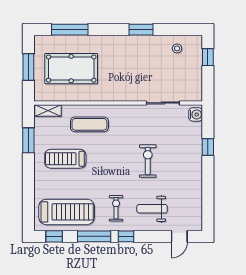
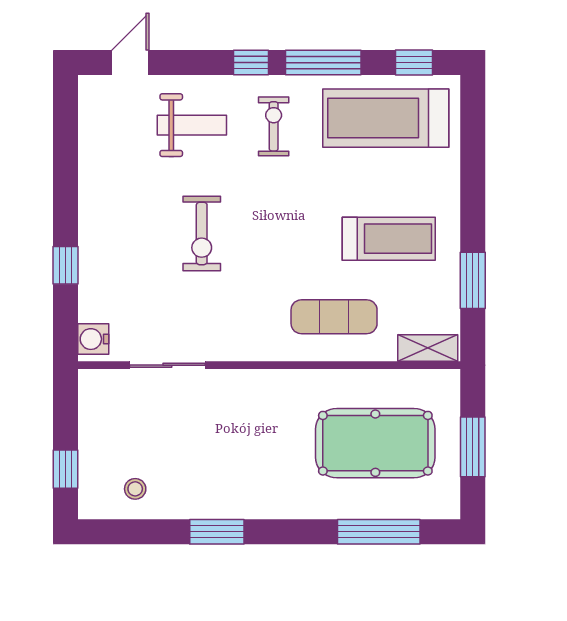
exercise bike: (116, 208) -> (274, 126), turned 180

